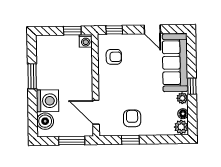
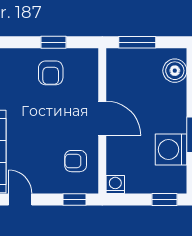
window: (72, 31) -> (164, 199), moved
washing machine: (48, 101) -> (171, 150), moved
door: (96, 112) -> (102, 118), moved

